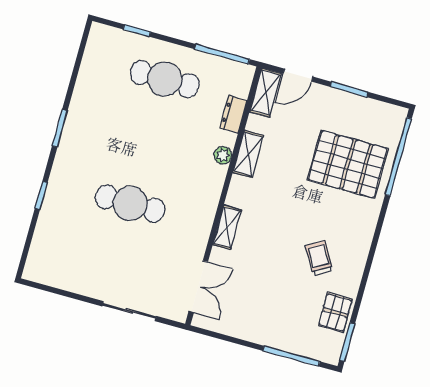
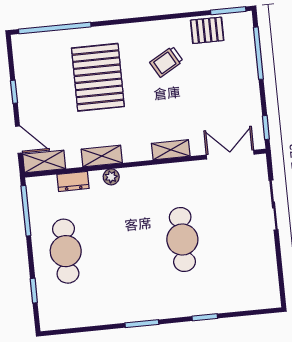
window: (349, 89) -> (14, 92), width x0.67
pallet: (348, 164) -> (98, 77), moved
window: (212, 334) -> (266, 127), added

